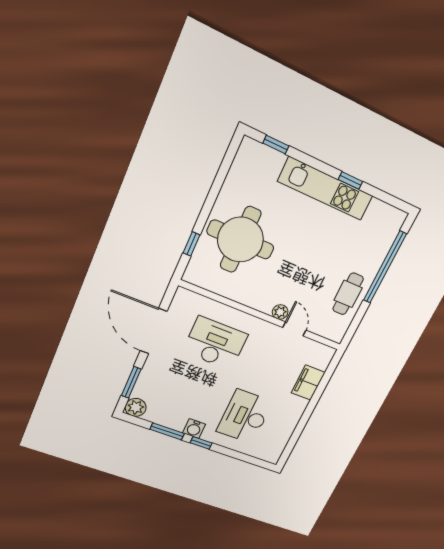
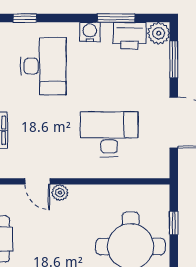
desk: (215, 343) -> (109, 134), turned 180
printer: (162, 414) -> (130, 36), added
window: (201, 443) -> (25, 18), moved

